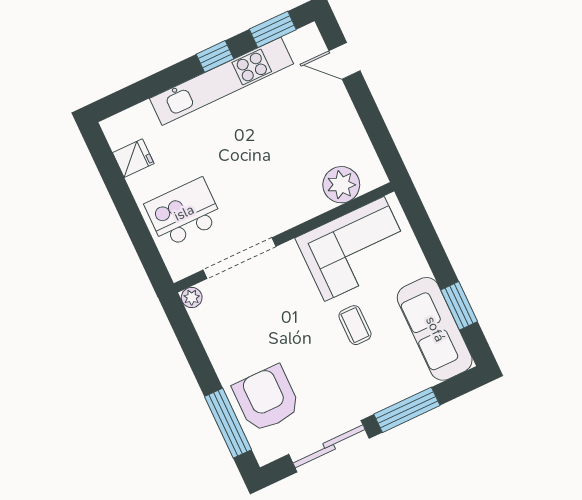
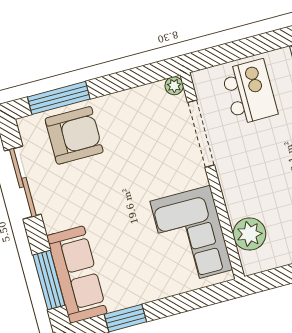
coffee table: (355, 325) -> (125, 224), removed
sofa: (435, 329) -> (77, 275), moved, turned 90
window: (407, 410) -> (49, 280), moved

